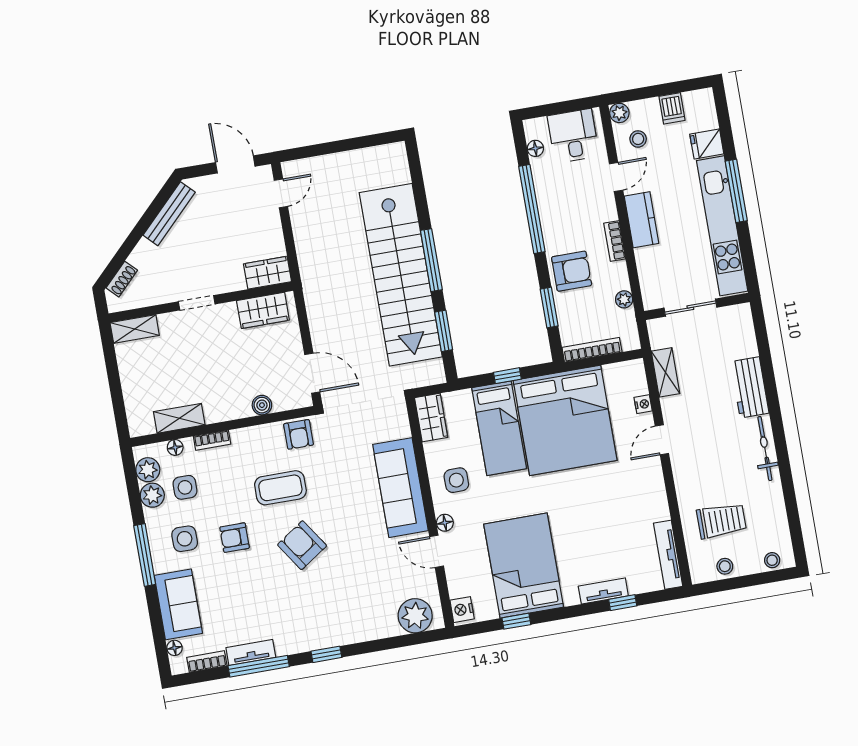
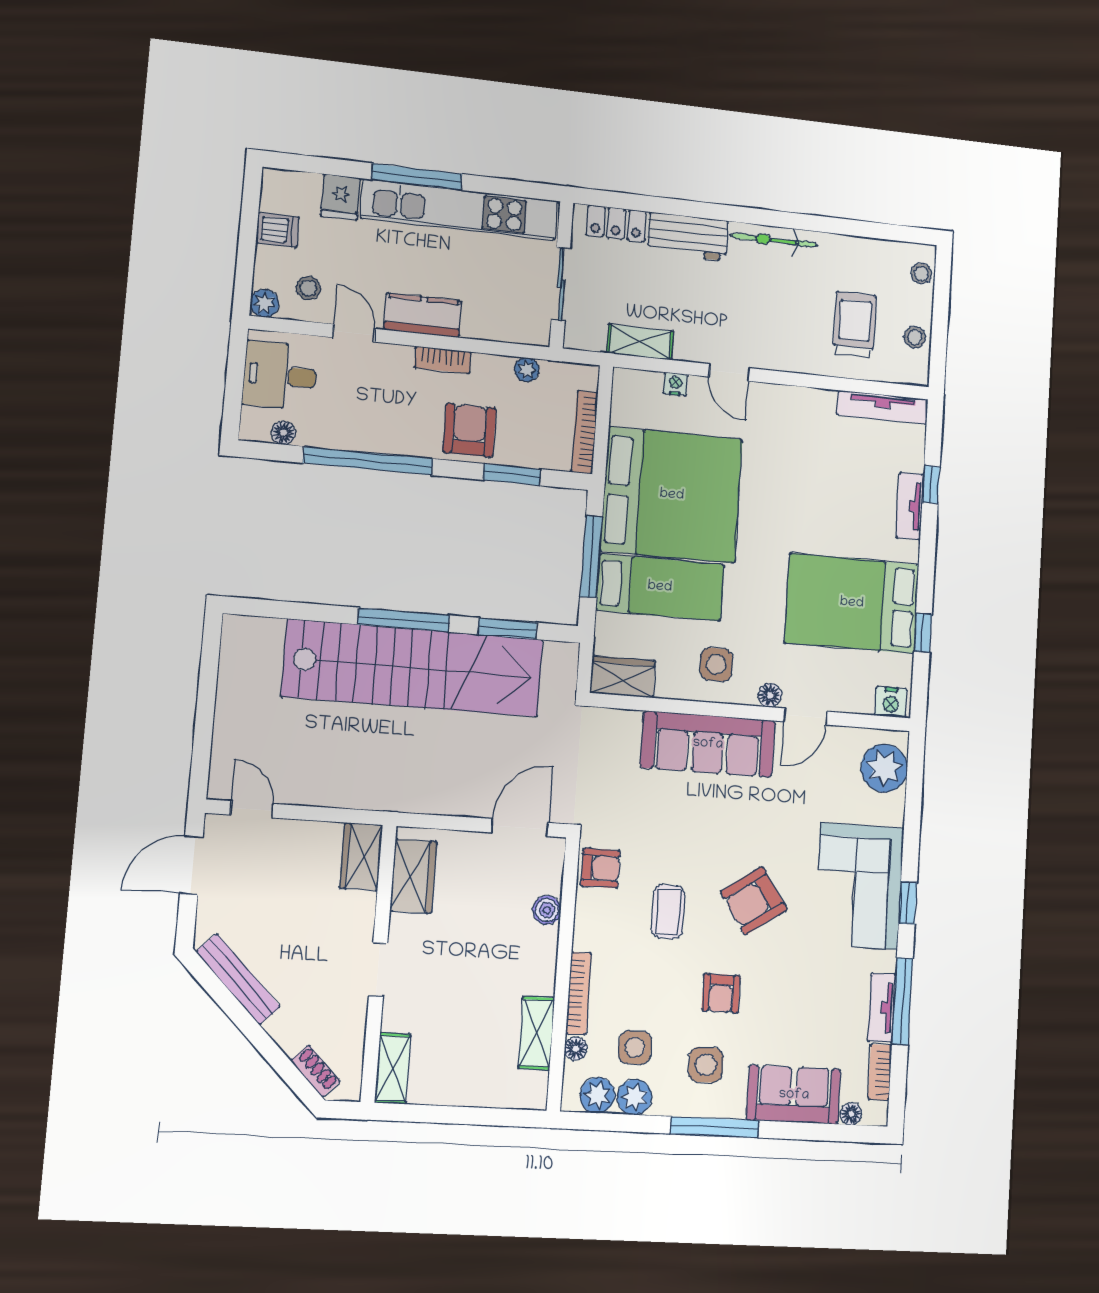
locker: (744, 335) -> (616, 223), added
window: (507, 376) -> (591, 557), width x2.17
bookcase: (212, 440) -> (579, 993), width x1.56
coffee table: (280, 488) -> (668, 912), width x0.73, depth x0.77
corner sofa: (330, 617) -> (859, 886), added

